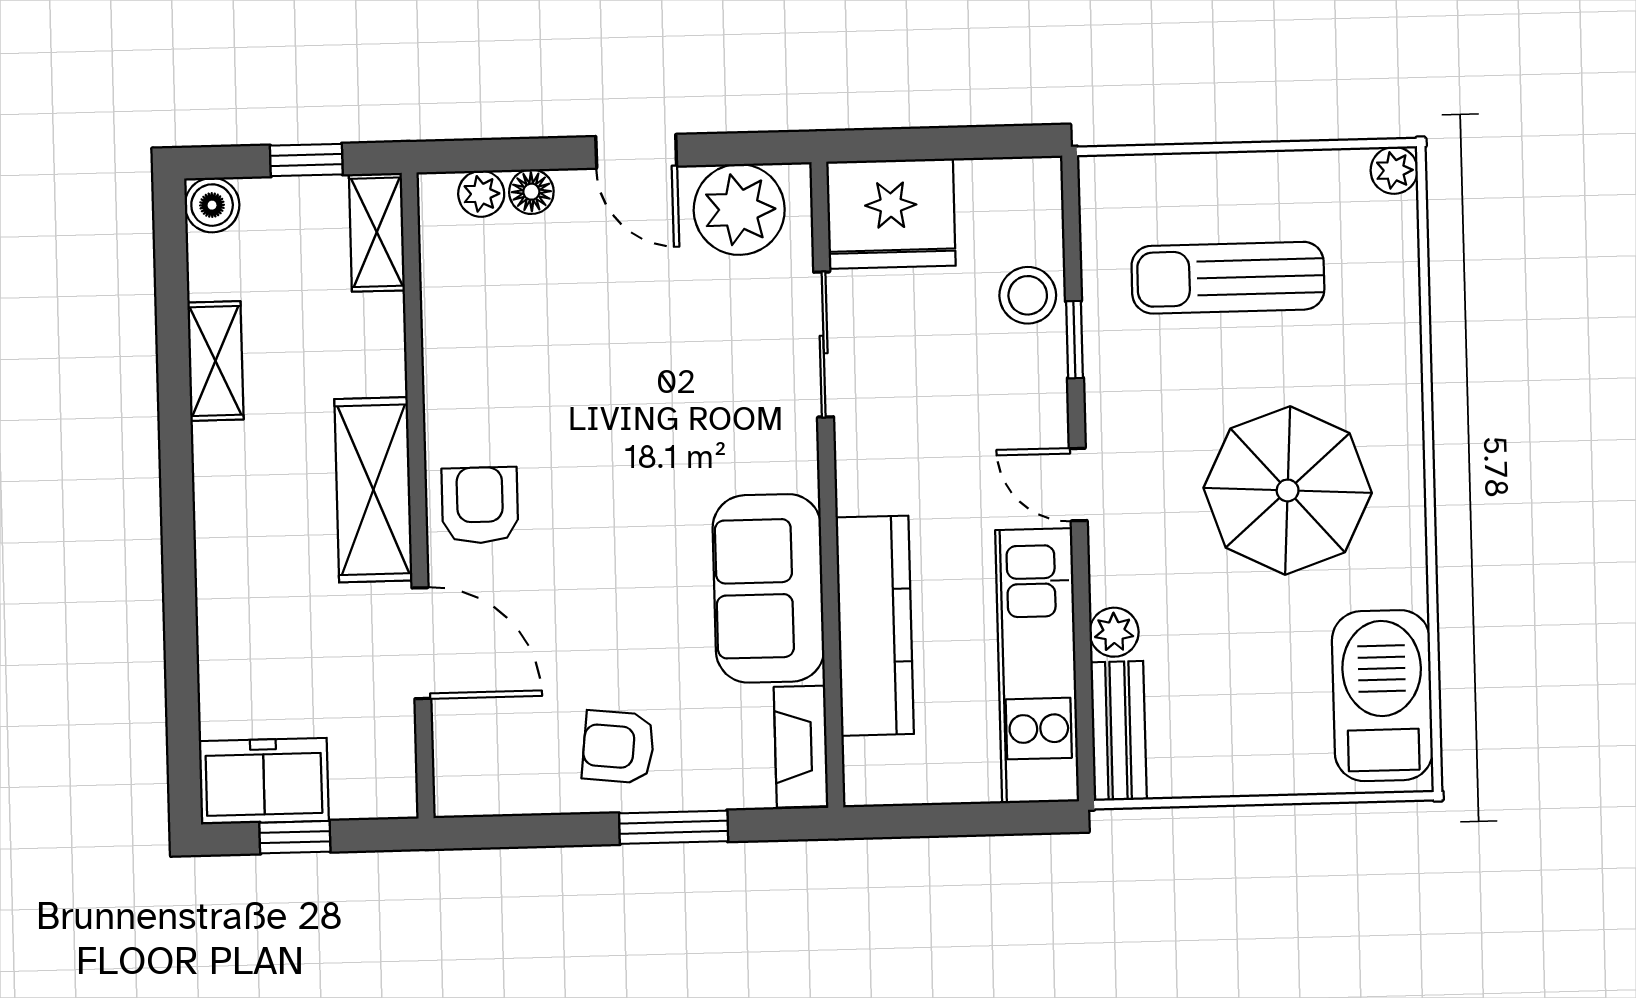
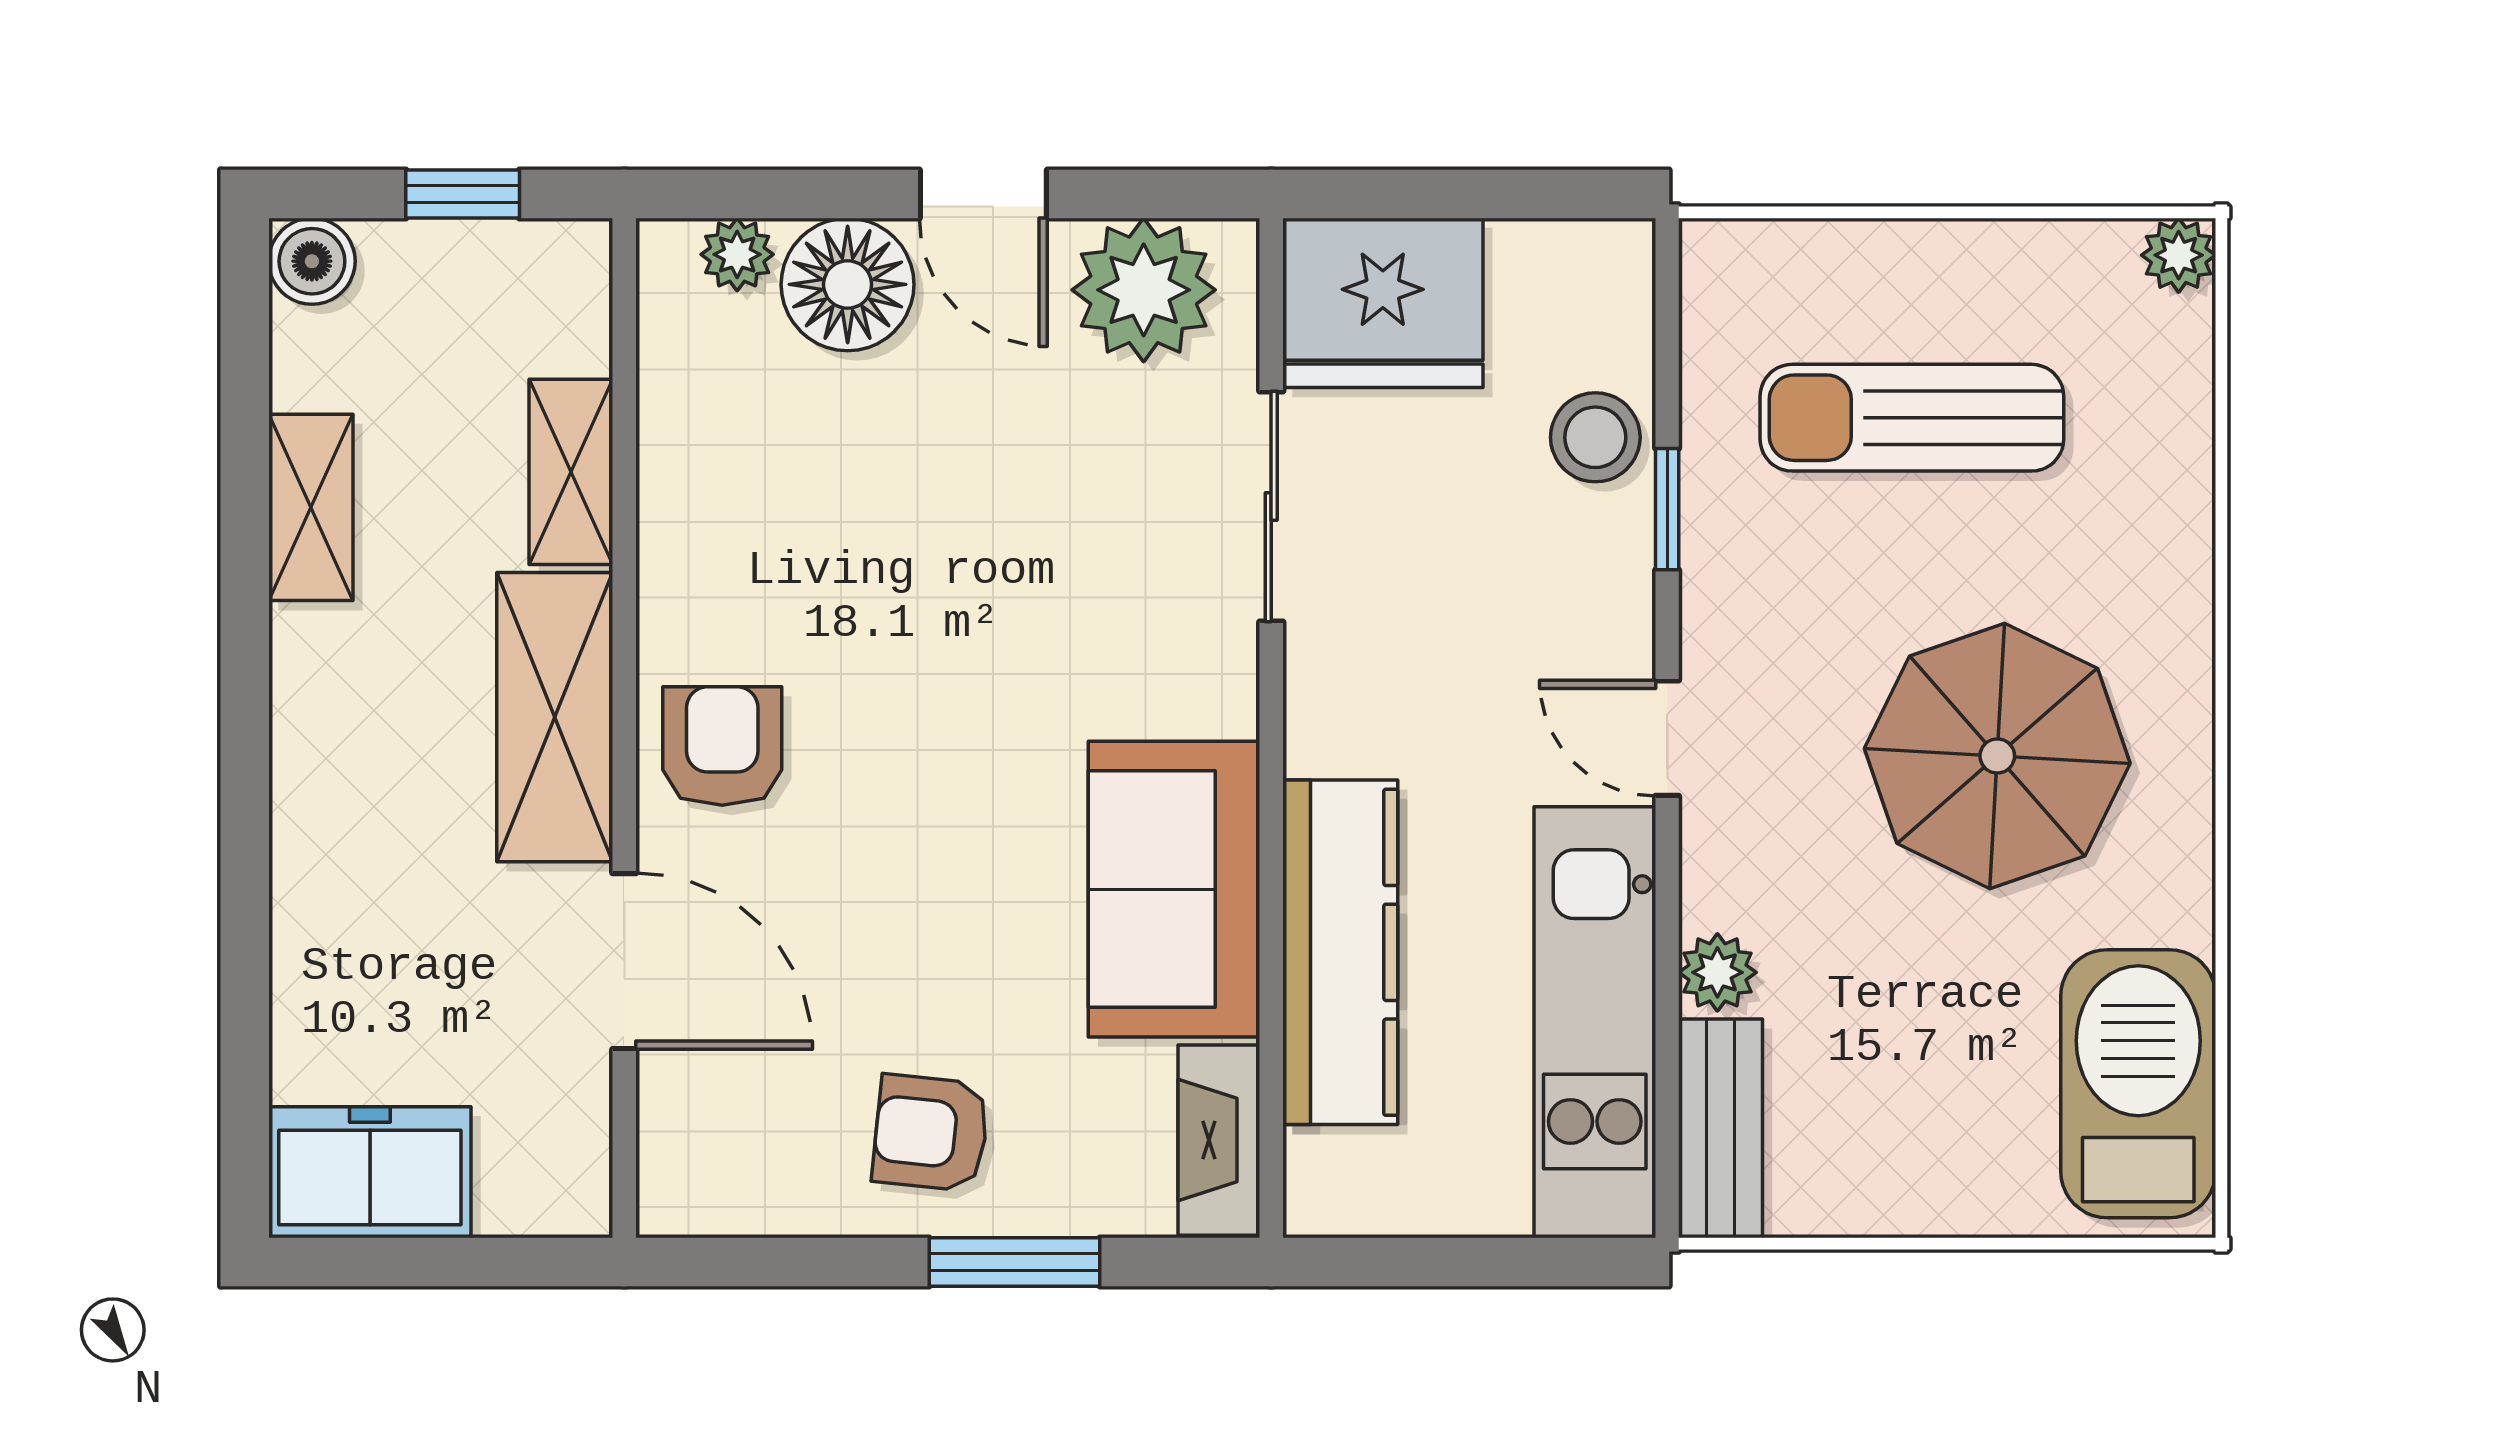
floor lamp: (531, 192) -> (848, 284), width x1.89, depth x1.89
shelving: (377, 232) -> (571, 472), moved
window: (295, 837) -> (417, 1262), removed

